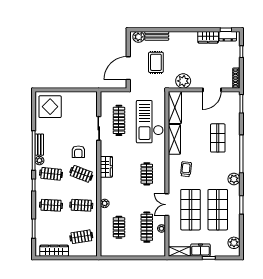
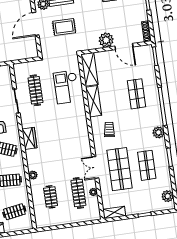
rug: (156, 62) -> (64, 27), turned 90
door: (128, 68) -> (35, 24), moved
plant: (183, 81) -> (106, 40), moved
door: (212, 90) -> (124, 47), hinge flipped
checkout: (150, 122) -> (66, 87), width x0.73, depth x0.83
clothes rail: (147, 174) -> (71, 140), removed
shop shelf: (218, 210) -> (147, 165), width x0.70, depth x0.74
freezer: (200, 250) -> (135, 208), removed

